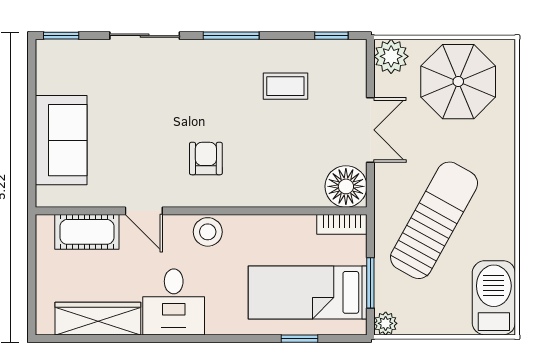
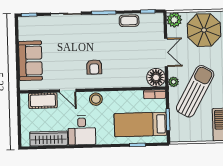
coffee table: (285, 86) -> (129, 21), moved
armchair: (206, 158) -> (94, 67), turned 180
plant: (386, 323) -> (174, 82), moved

